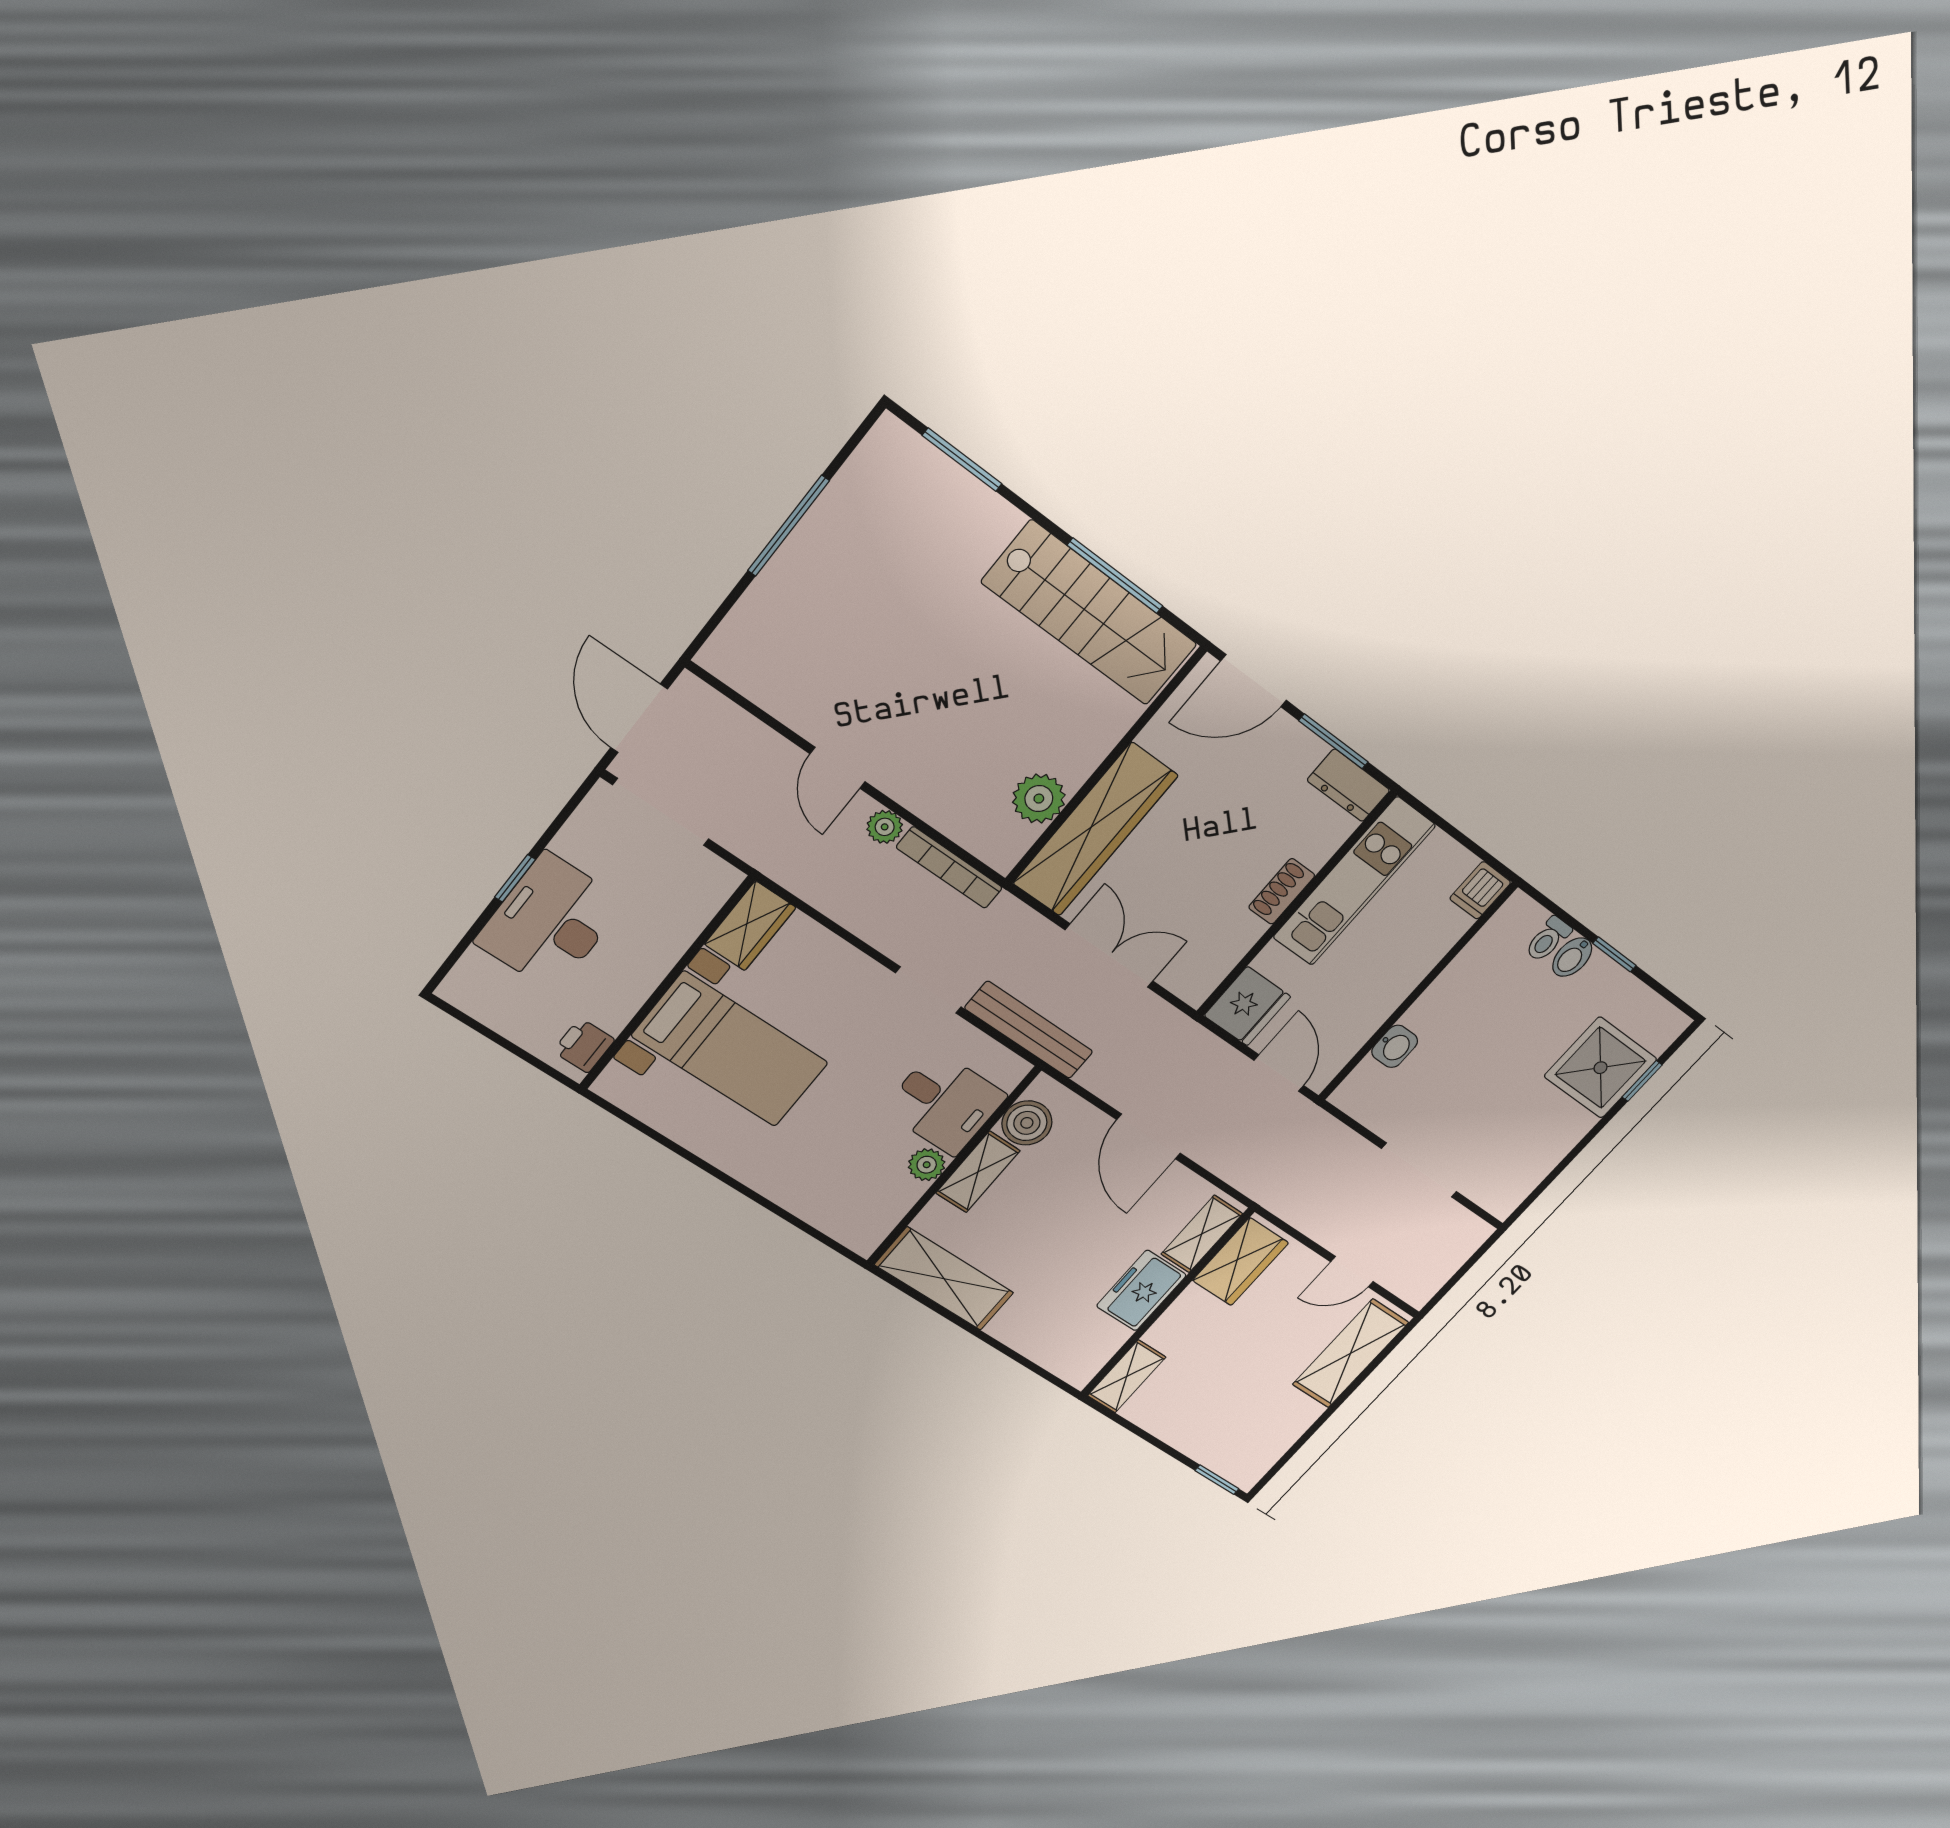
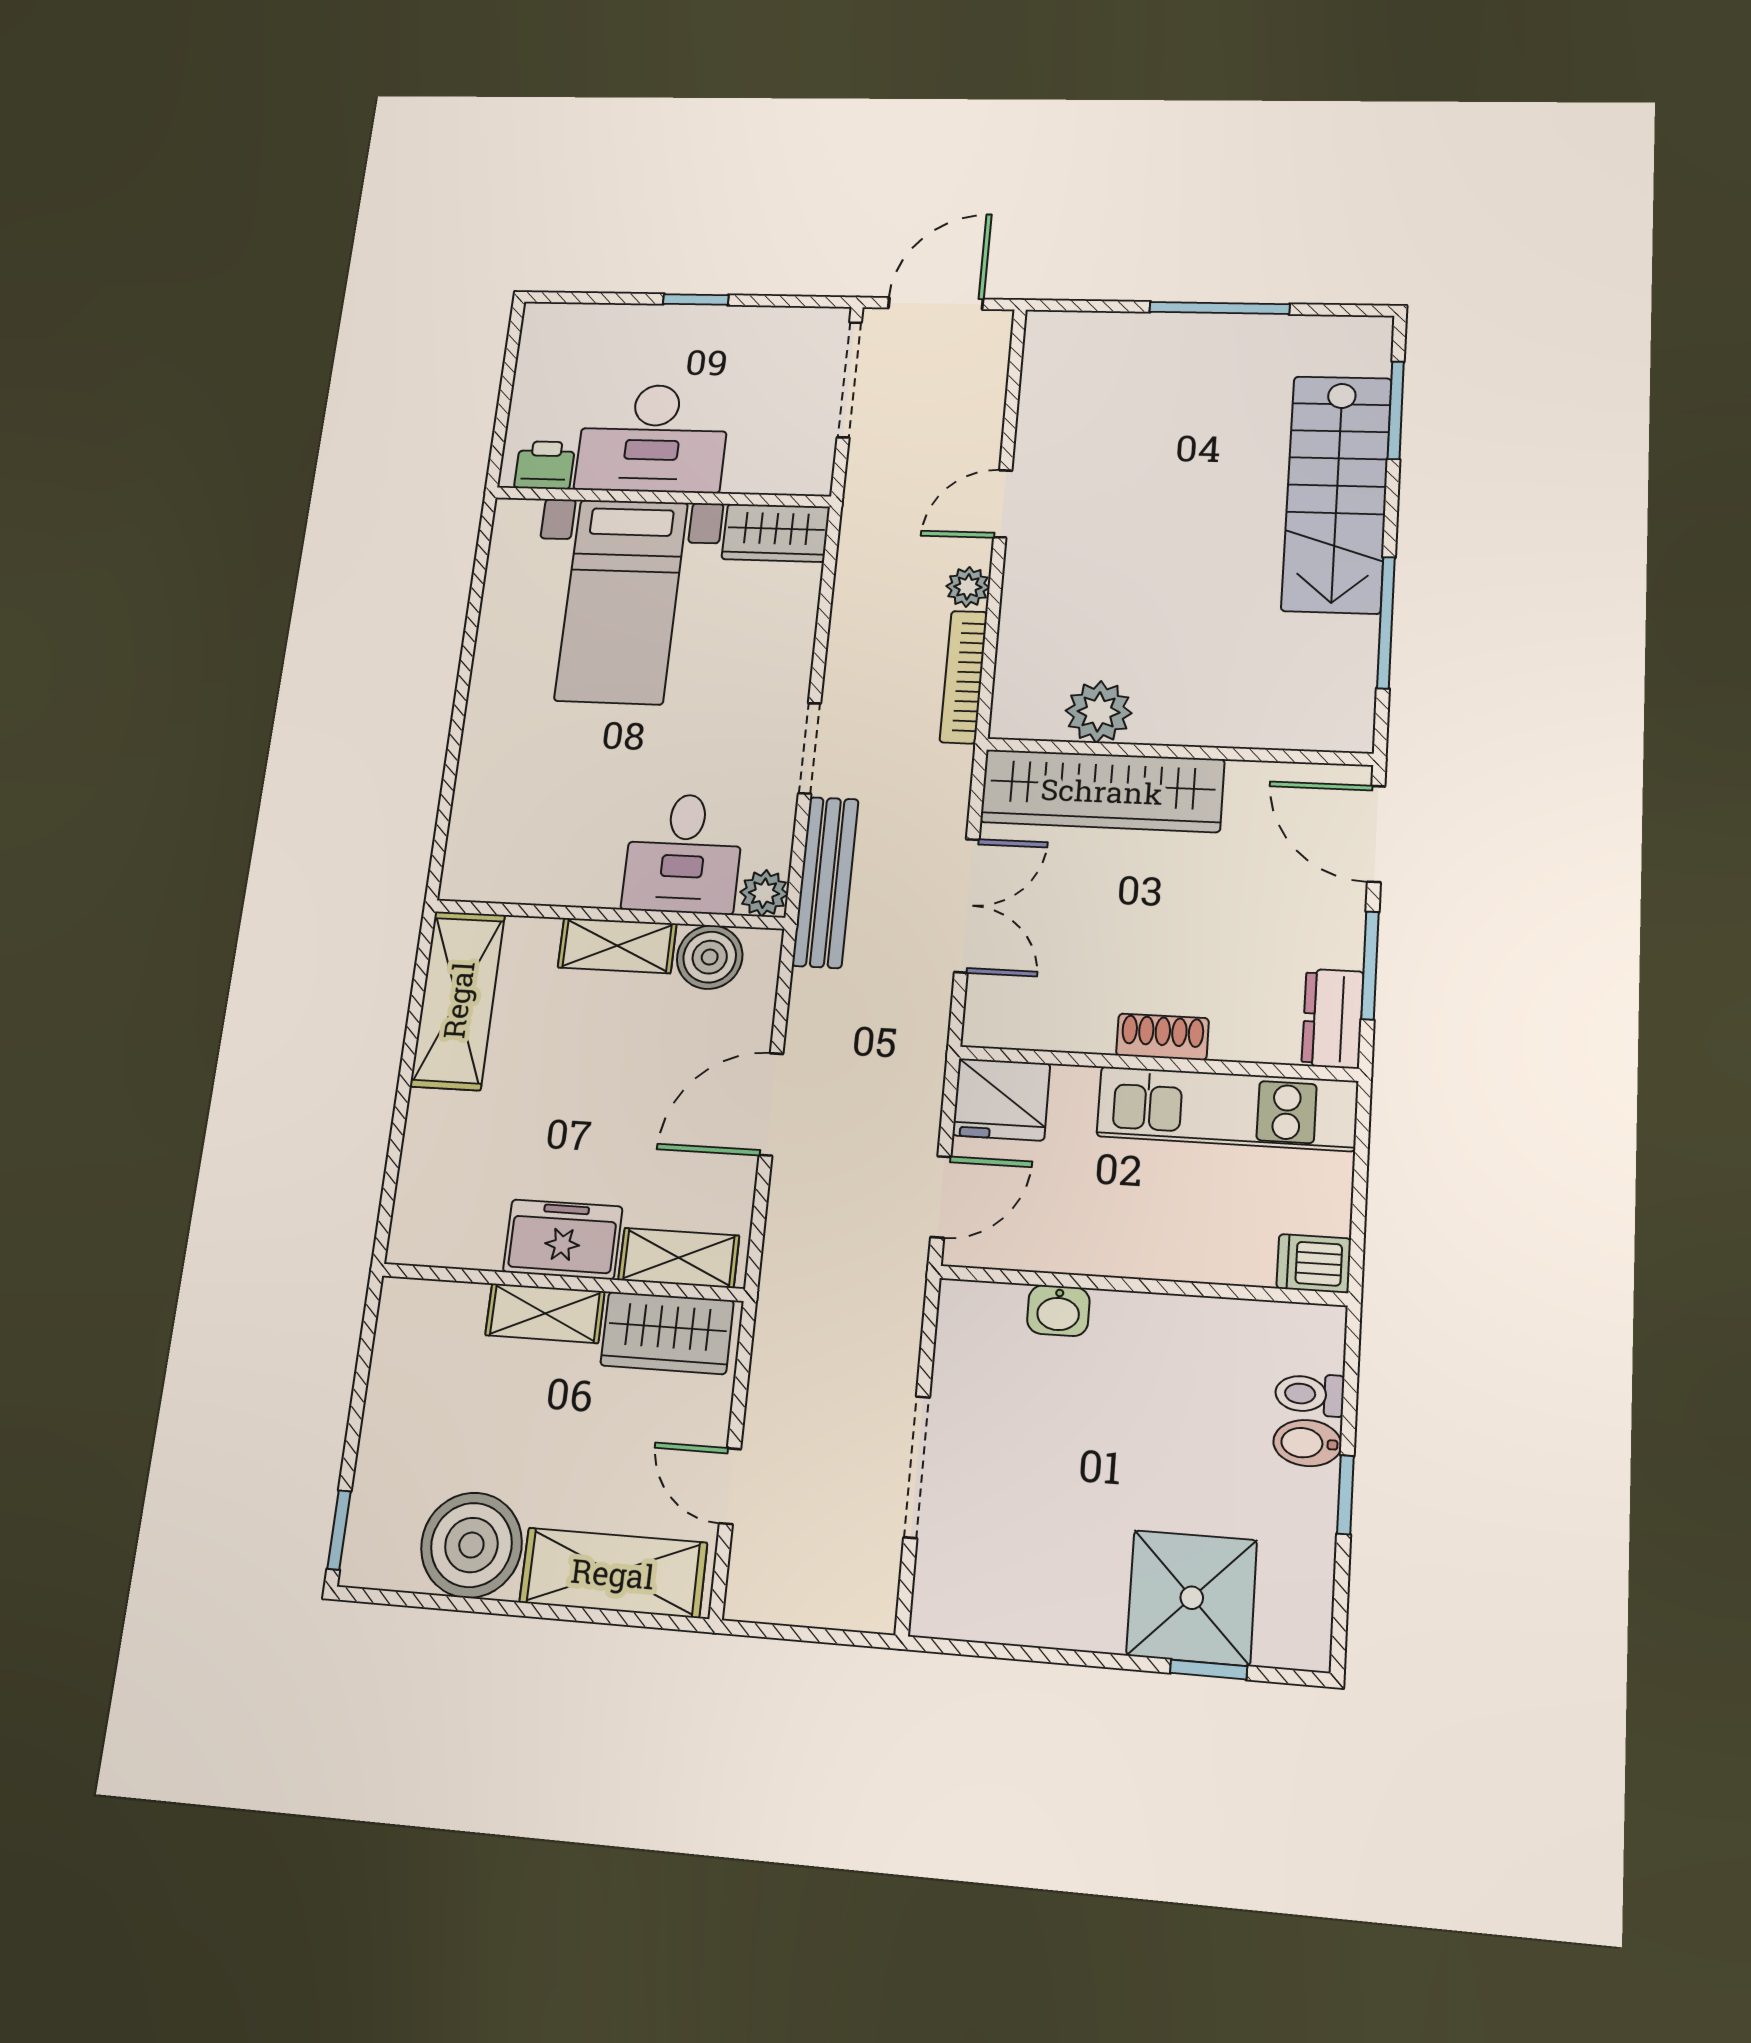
stairs: (1090, 613) -> (1337, 494), moved
desk: (550, 922) -> (653, 438), moved, turned 180
plant: (927, 1165) -> (764, 893), moved
shelving: (1127, 1376) -> (545, 1313), moved
boiler: (1278, 1417) -> (471, 1545), added

